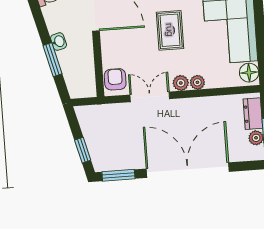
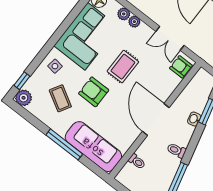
armchair: (115, 79) -> (181, 67), turned 90
plant: (181, 83) -> (124, 14), moved

